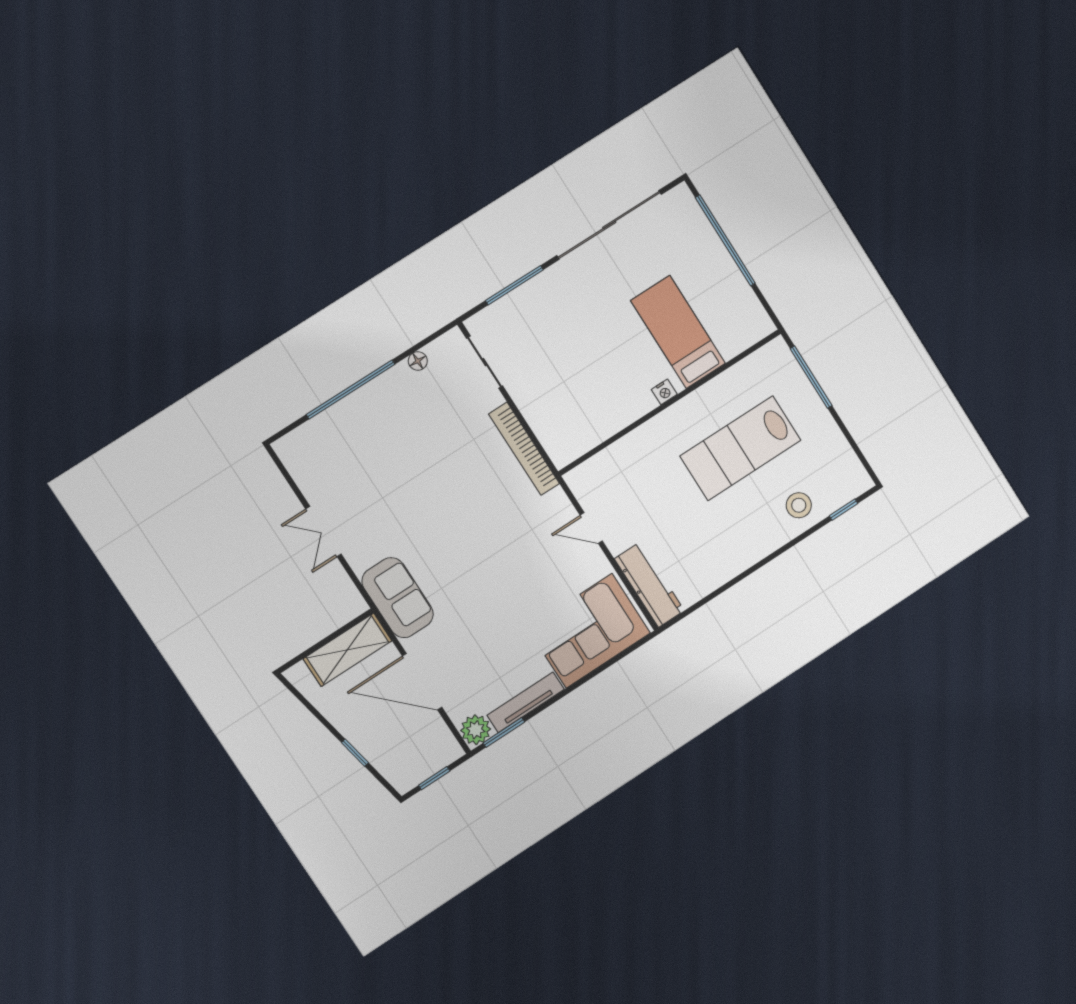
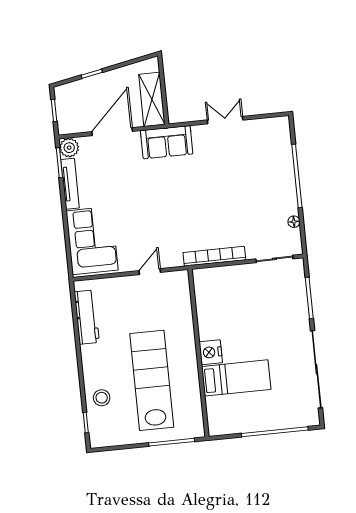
nightstand: (664, 392) -> (211, 352), width x1.89, depth x1.79
lab bench: (740, 448) -> (152, 380), width x1.36
workbench: (649, 585) -> (87, 317), moved, turned -90

